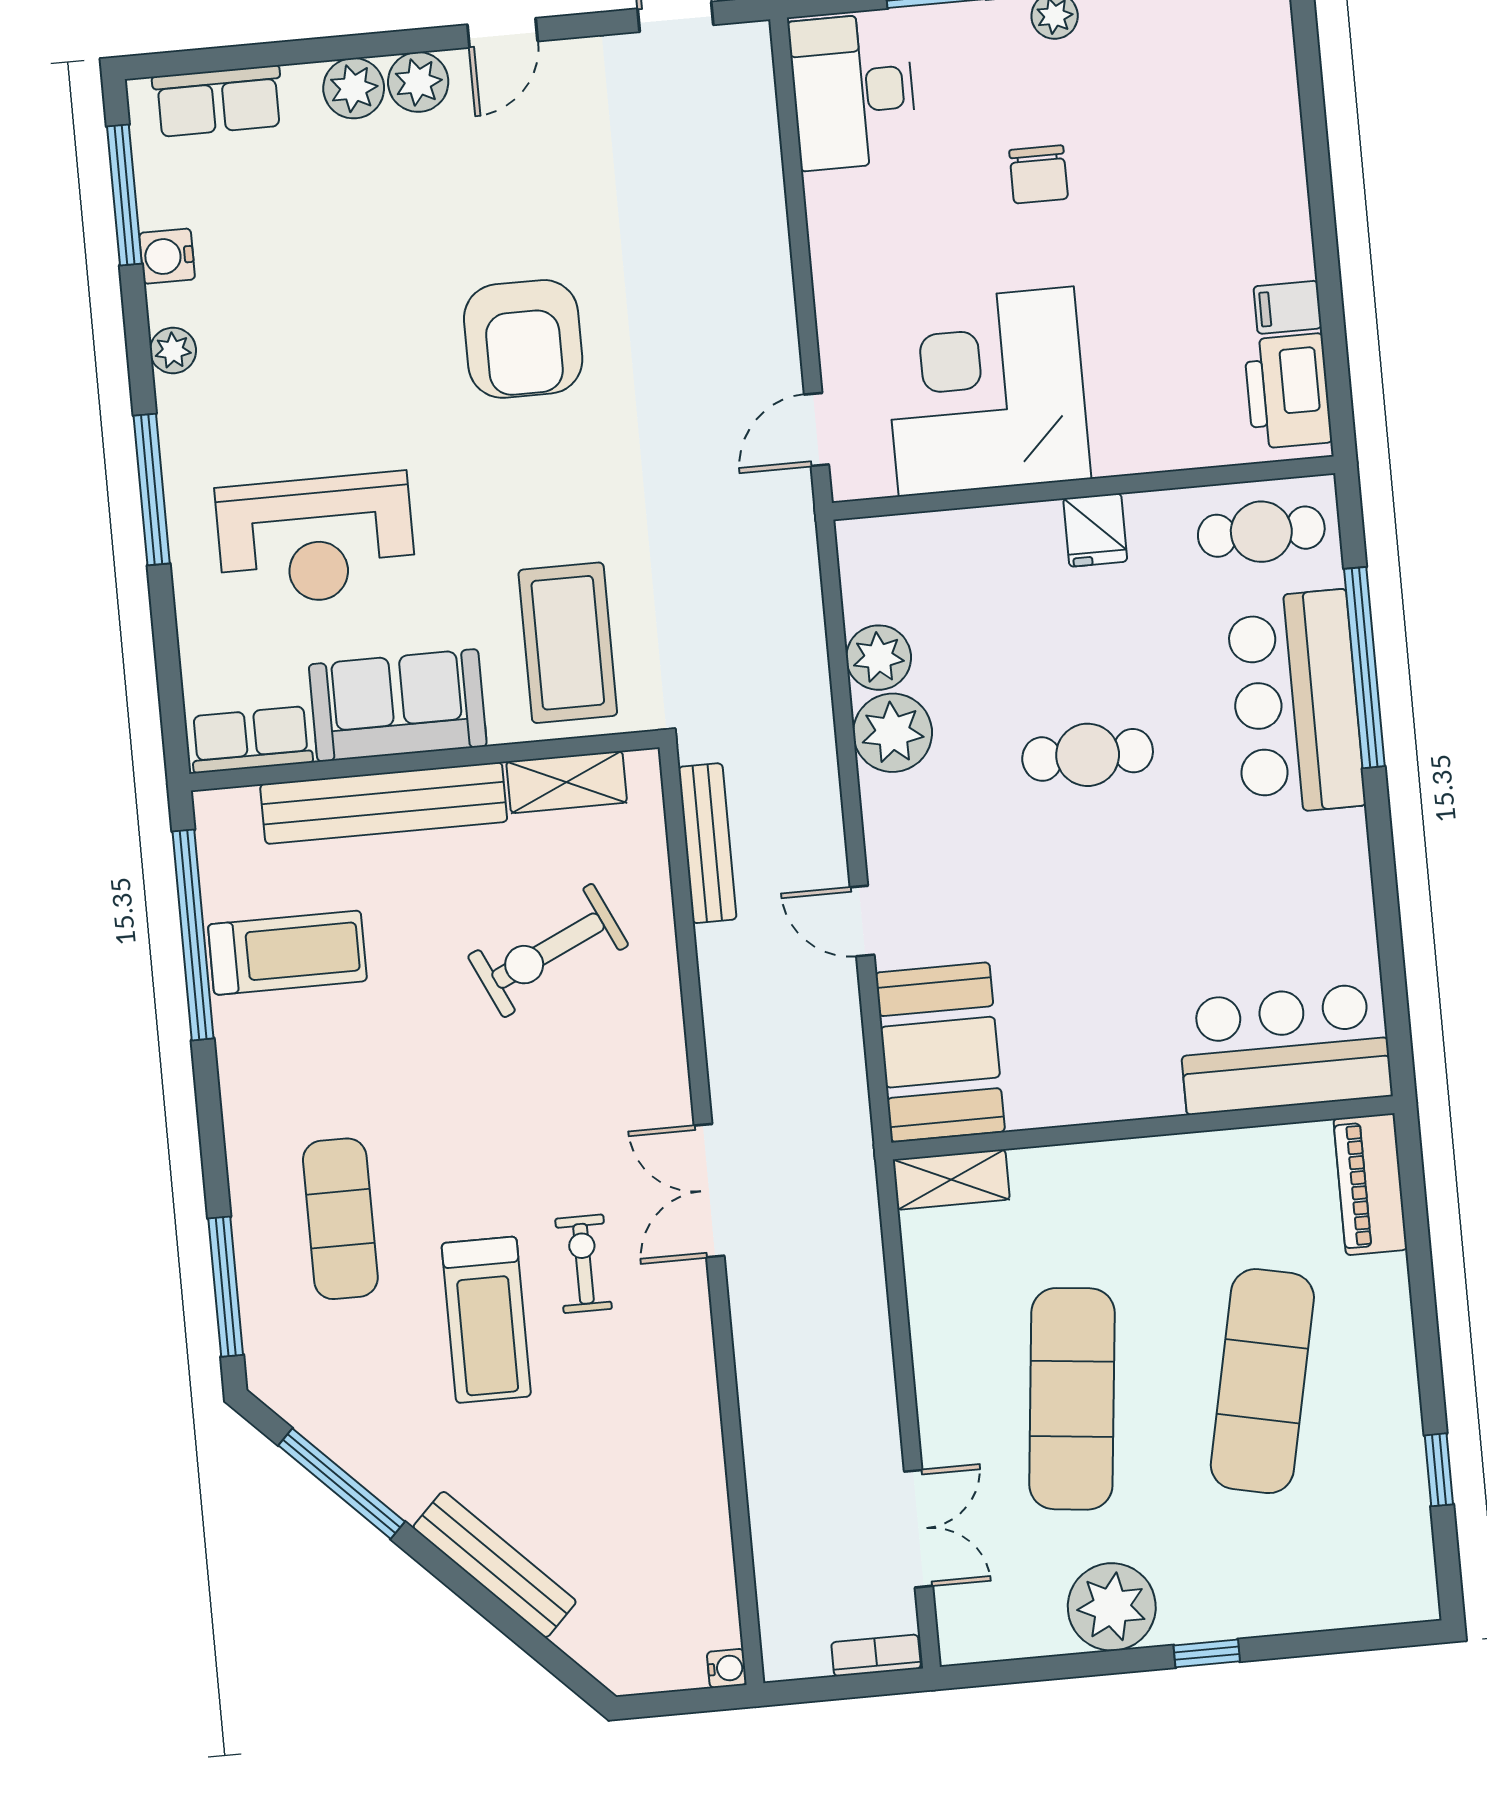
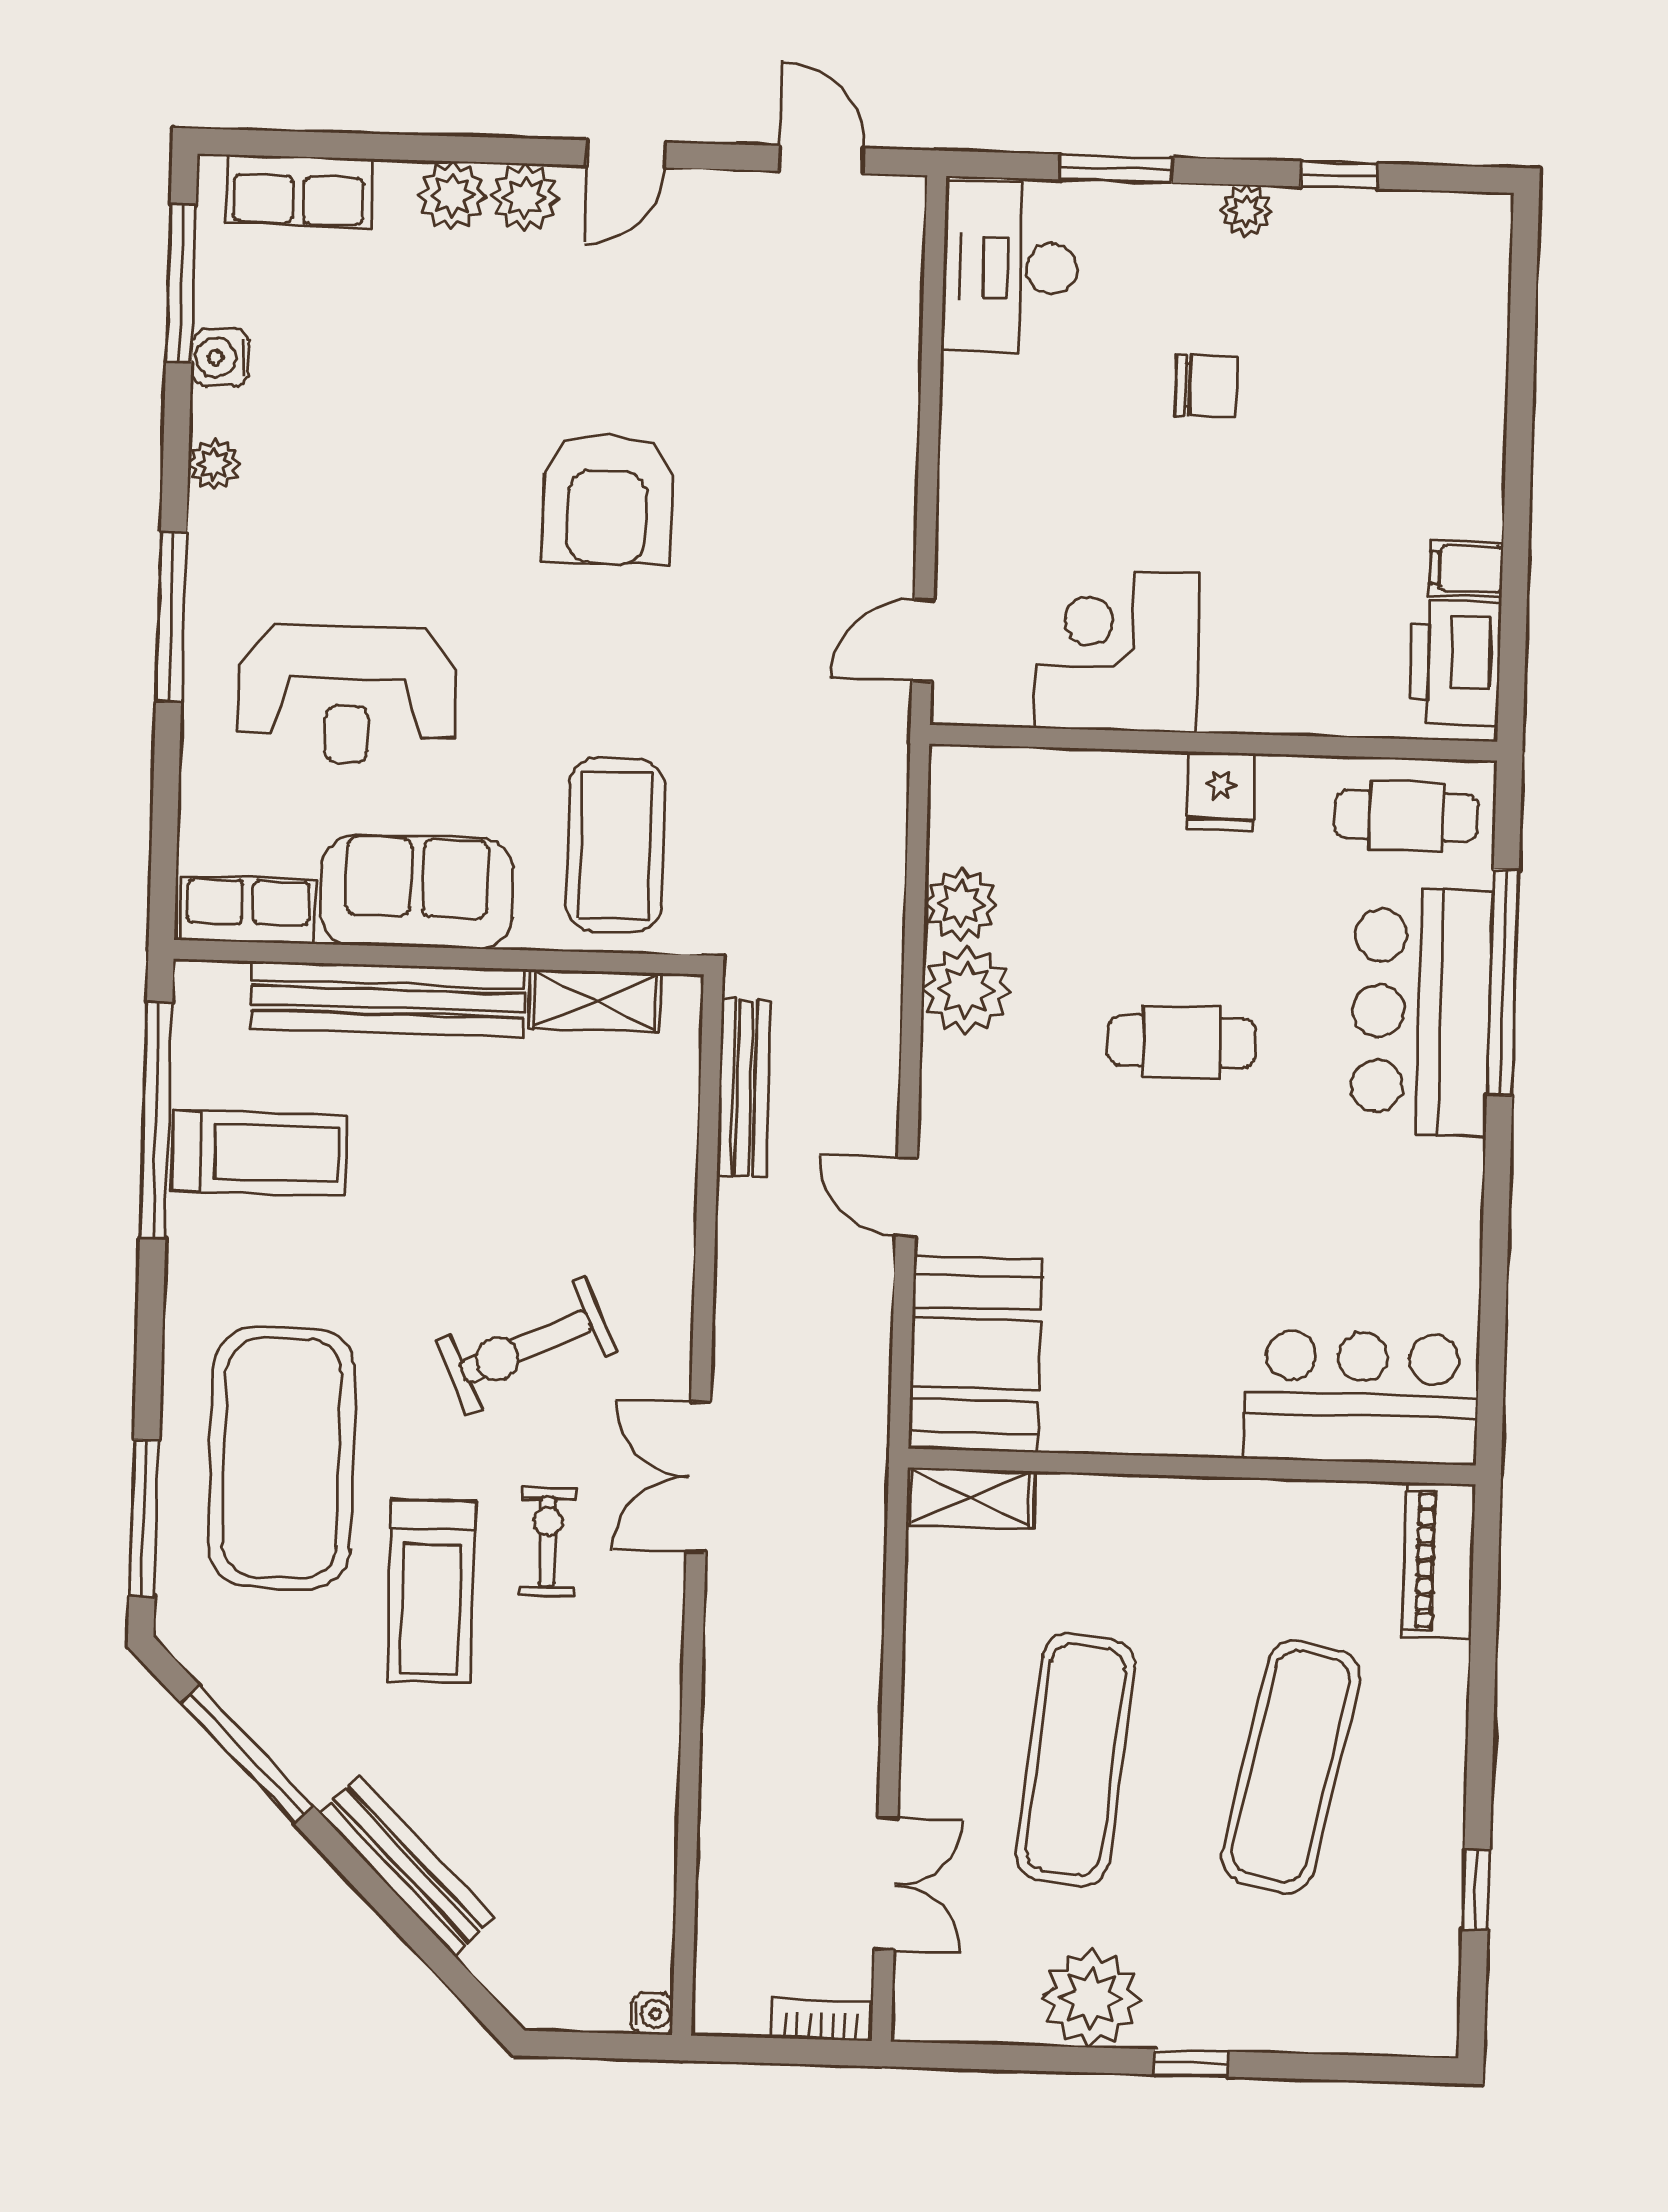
chair: (1039, 174) -> (1206, 386), turned -90
corner desk: (986, 392) -> (1117, 650), width x0.74, depth x0.74
exercise bike: (548, 951) -> (526, 1346), moved
exercise mat: (340, 1219) -> (282, 1458), width x2.00, depth x1.45

